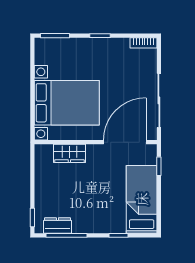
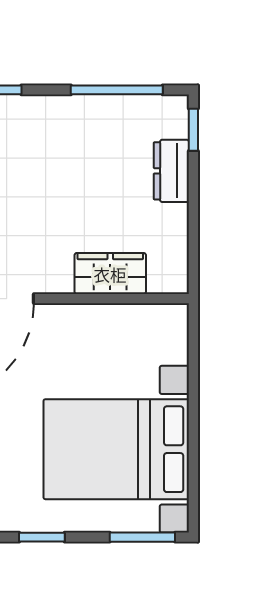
bed with nightstands: (67, 103) -> (116, 449), moved
dresser: (57, 225) -> (171, 171), moved, turned 90

